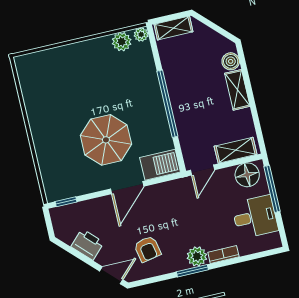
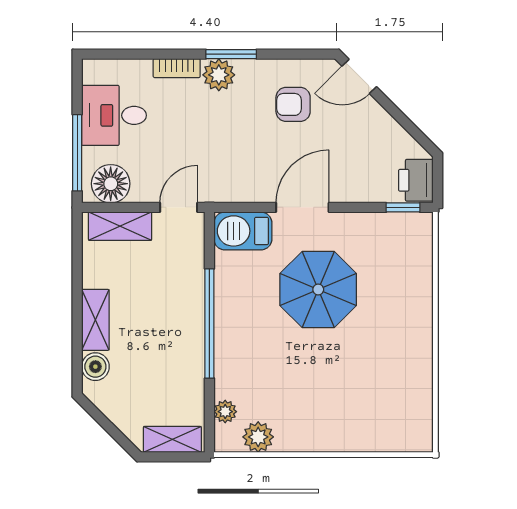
plant: (141, 35) -> (225, 412), moved
printer: (87, 244) -> (416, 180), moved, turned 45
armchair: (147, 249) -> (293, 104), turned -79

